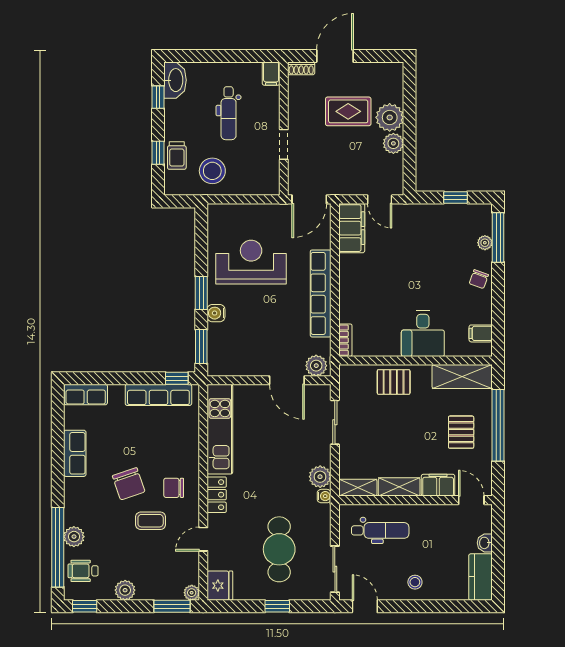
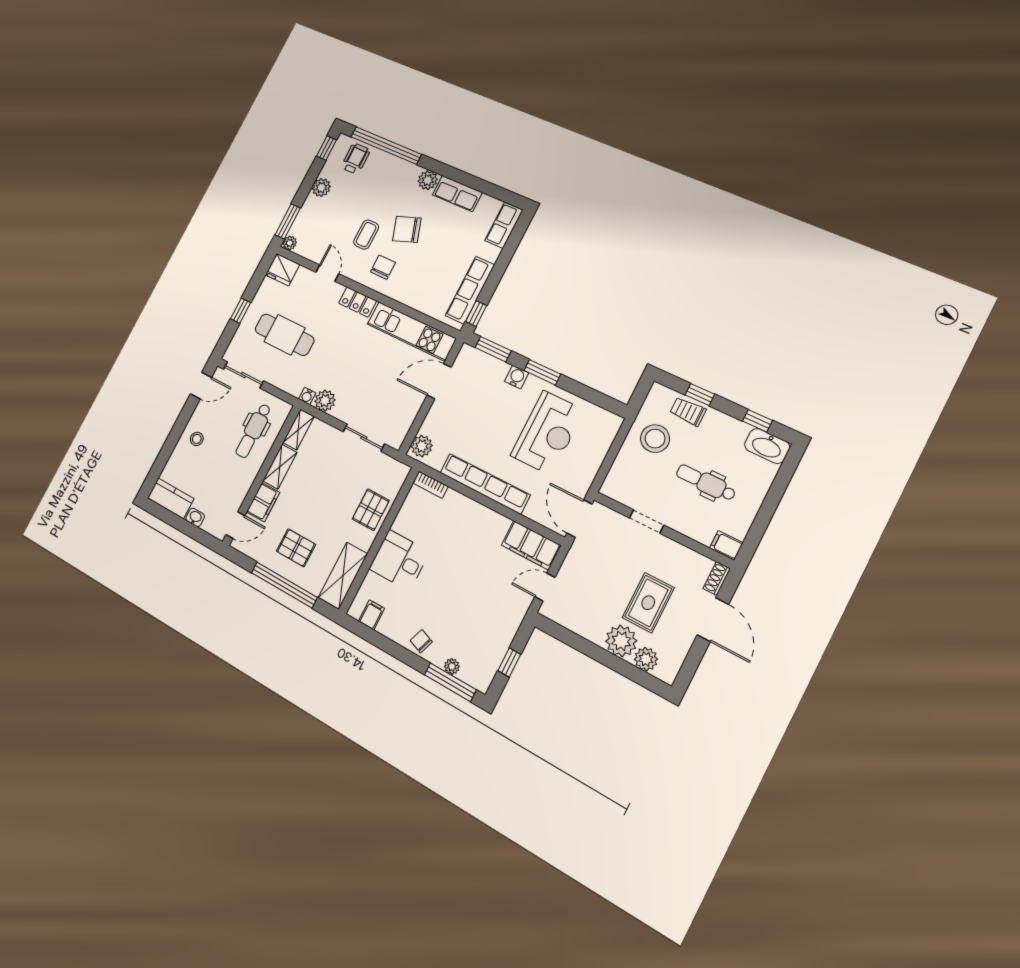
plant: (393, 143) -> (646, 659), moved
door: (287, 380) -> (439, 381), moved
plant: (74, 537) -> (428, 180), moved

